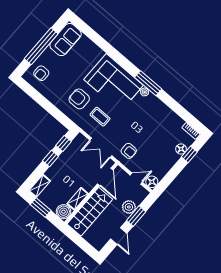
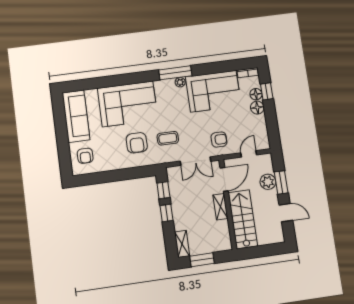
sofa: (66, 40) -> (76, 116), width x1.36
window: (41, 46) -> (62, 136), removed
corner sofa: (114, 82) -> (128, 104), moved
armchair: (79, 99) -> (137, 143), turned -90
corner sofa: (158, 119) -> (213, 91), added
door: (105, 177) -> (224, 179), hinge flipped
floor lamp: (152, 182) -> (257, 108), moved
shelving: (78, 199) -> (220, 207), moved
boiler: (64, 212) -> (223, 243), removed

